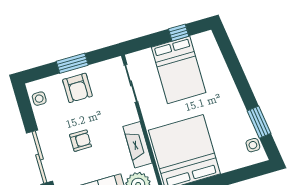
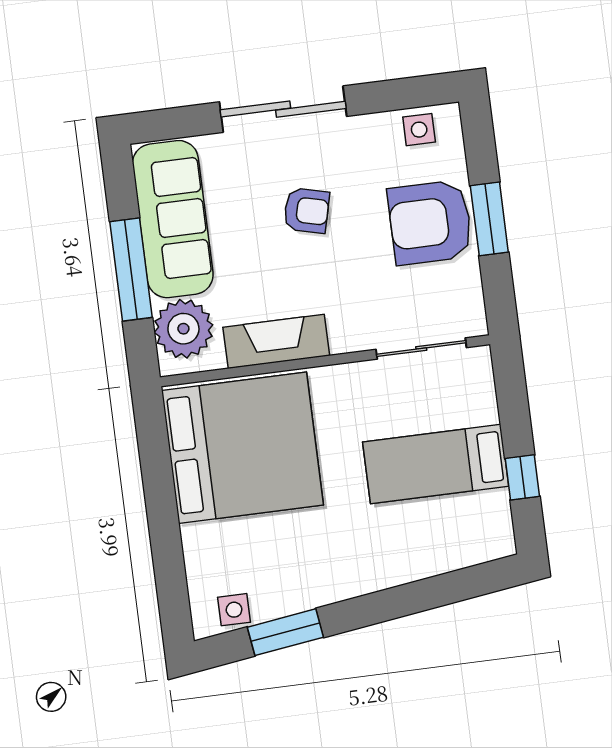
bed: (179, 70) -> (436, 464), width x0.67
armchair: (77, 88) -> (430, 222), width x1.36, depth x1.36
armchair: (81, 141) -> (306, 211), turned -76

